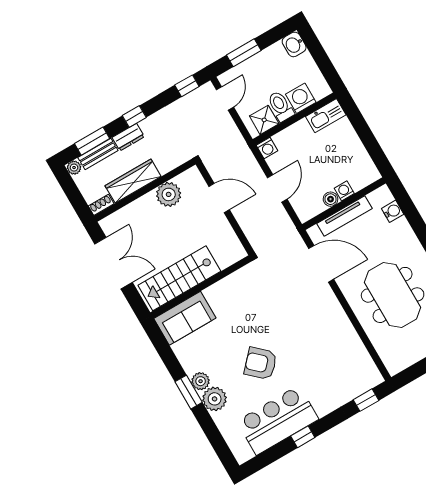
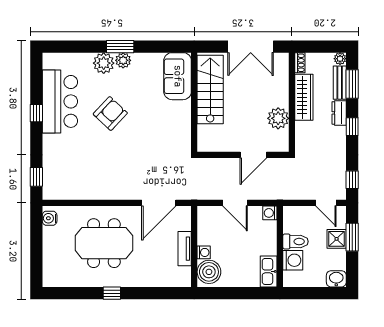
shower: (264, 120) -> (337, 239), moved
boiler: (331, 199) -> (209, 272), moved, width x1.86, depth x1.86
water cooler: (393, 211) -> (50, 218), moved, turned 90
tv unit: (345, 216) -> (185, 249), width x0.71

